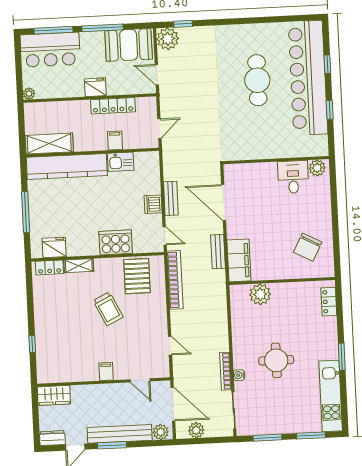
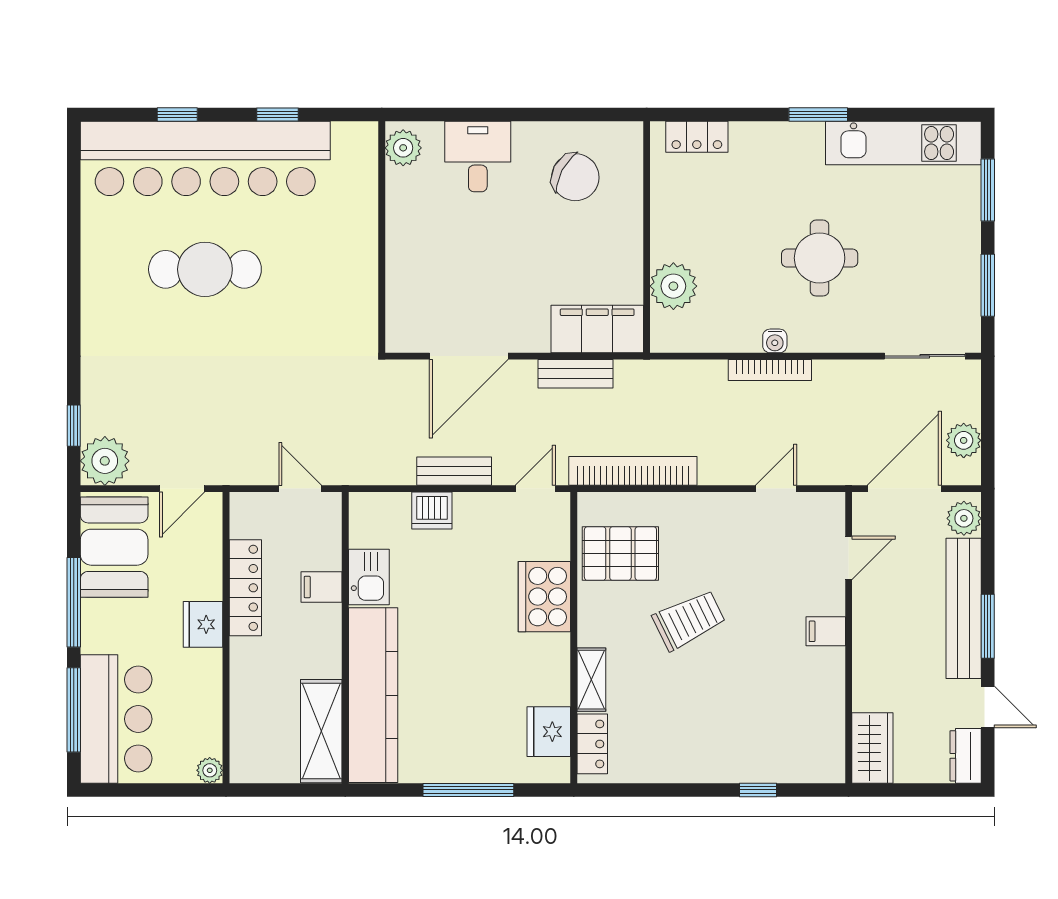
desk: (293, 177) -> (478, 156), moved, turned 90
dishwasher: (153, 204) -> (432, 511), moved
bookcase: (225, 371) -> (770, 370), moved
water cooler: (239, 375) -> (775, 341), moved

